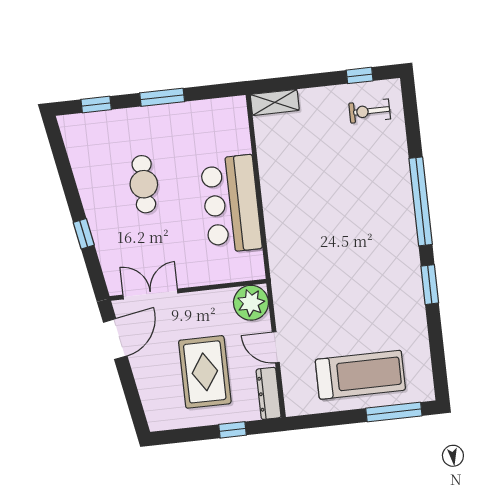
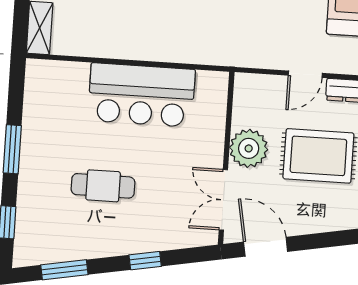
window: (63, 163) -> (64, 270), added
plant: (251, 303) -> (249, 148), moved

